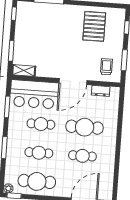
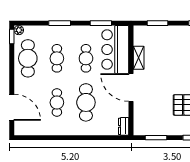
trolley: (106, 67) -> (148, 120), removed
shelving: (24, 70) -> (139, 58), moved
dresser: (101, 91) -> (124, 126), moved

